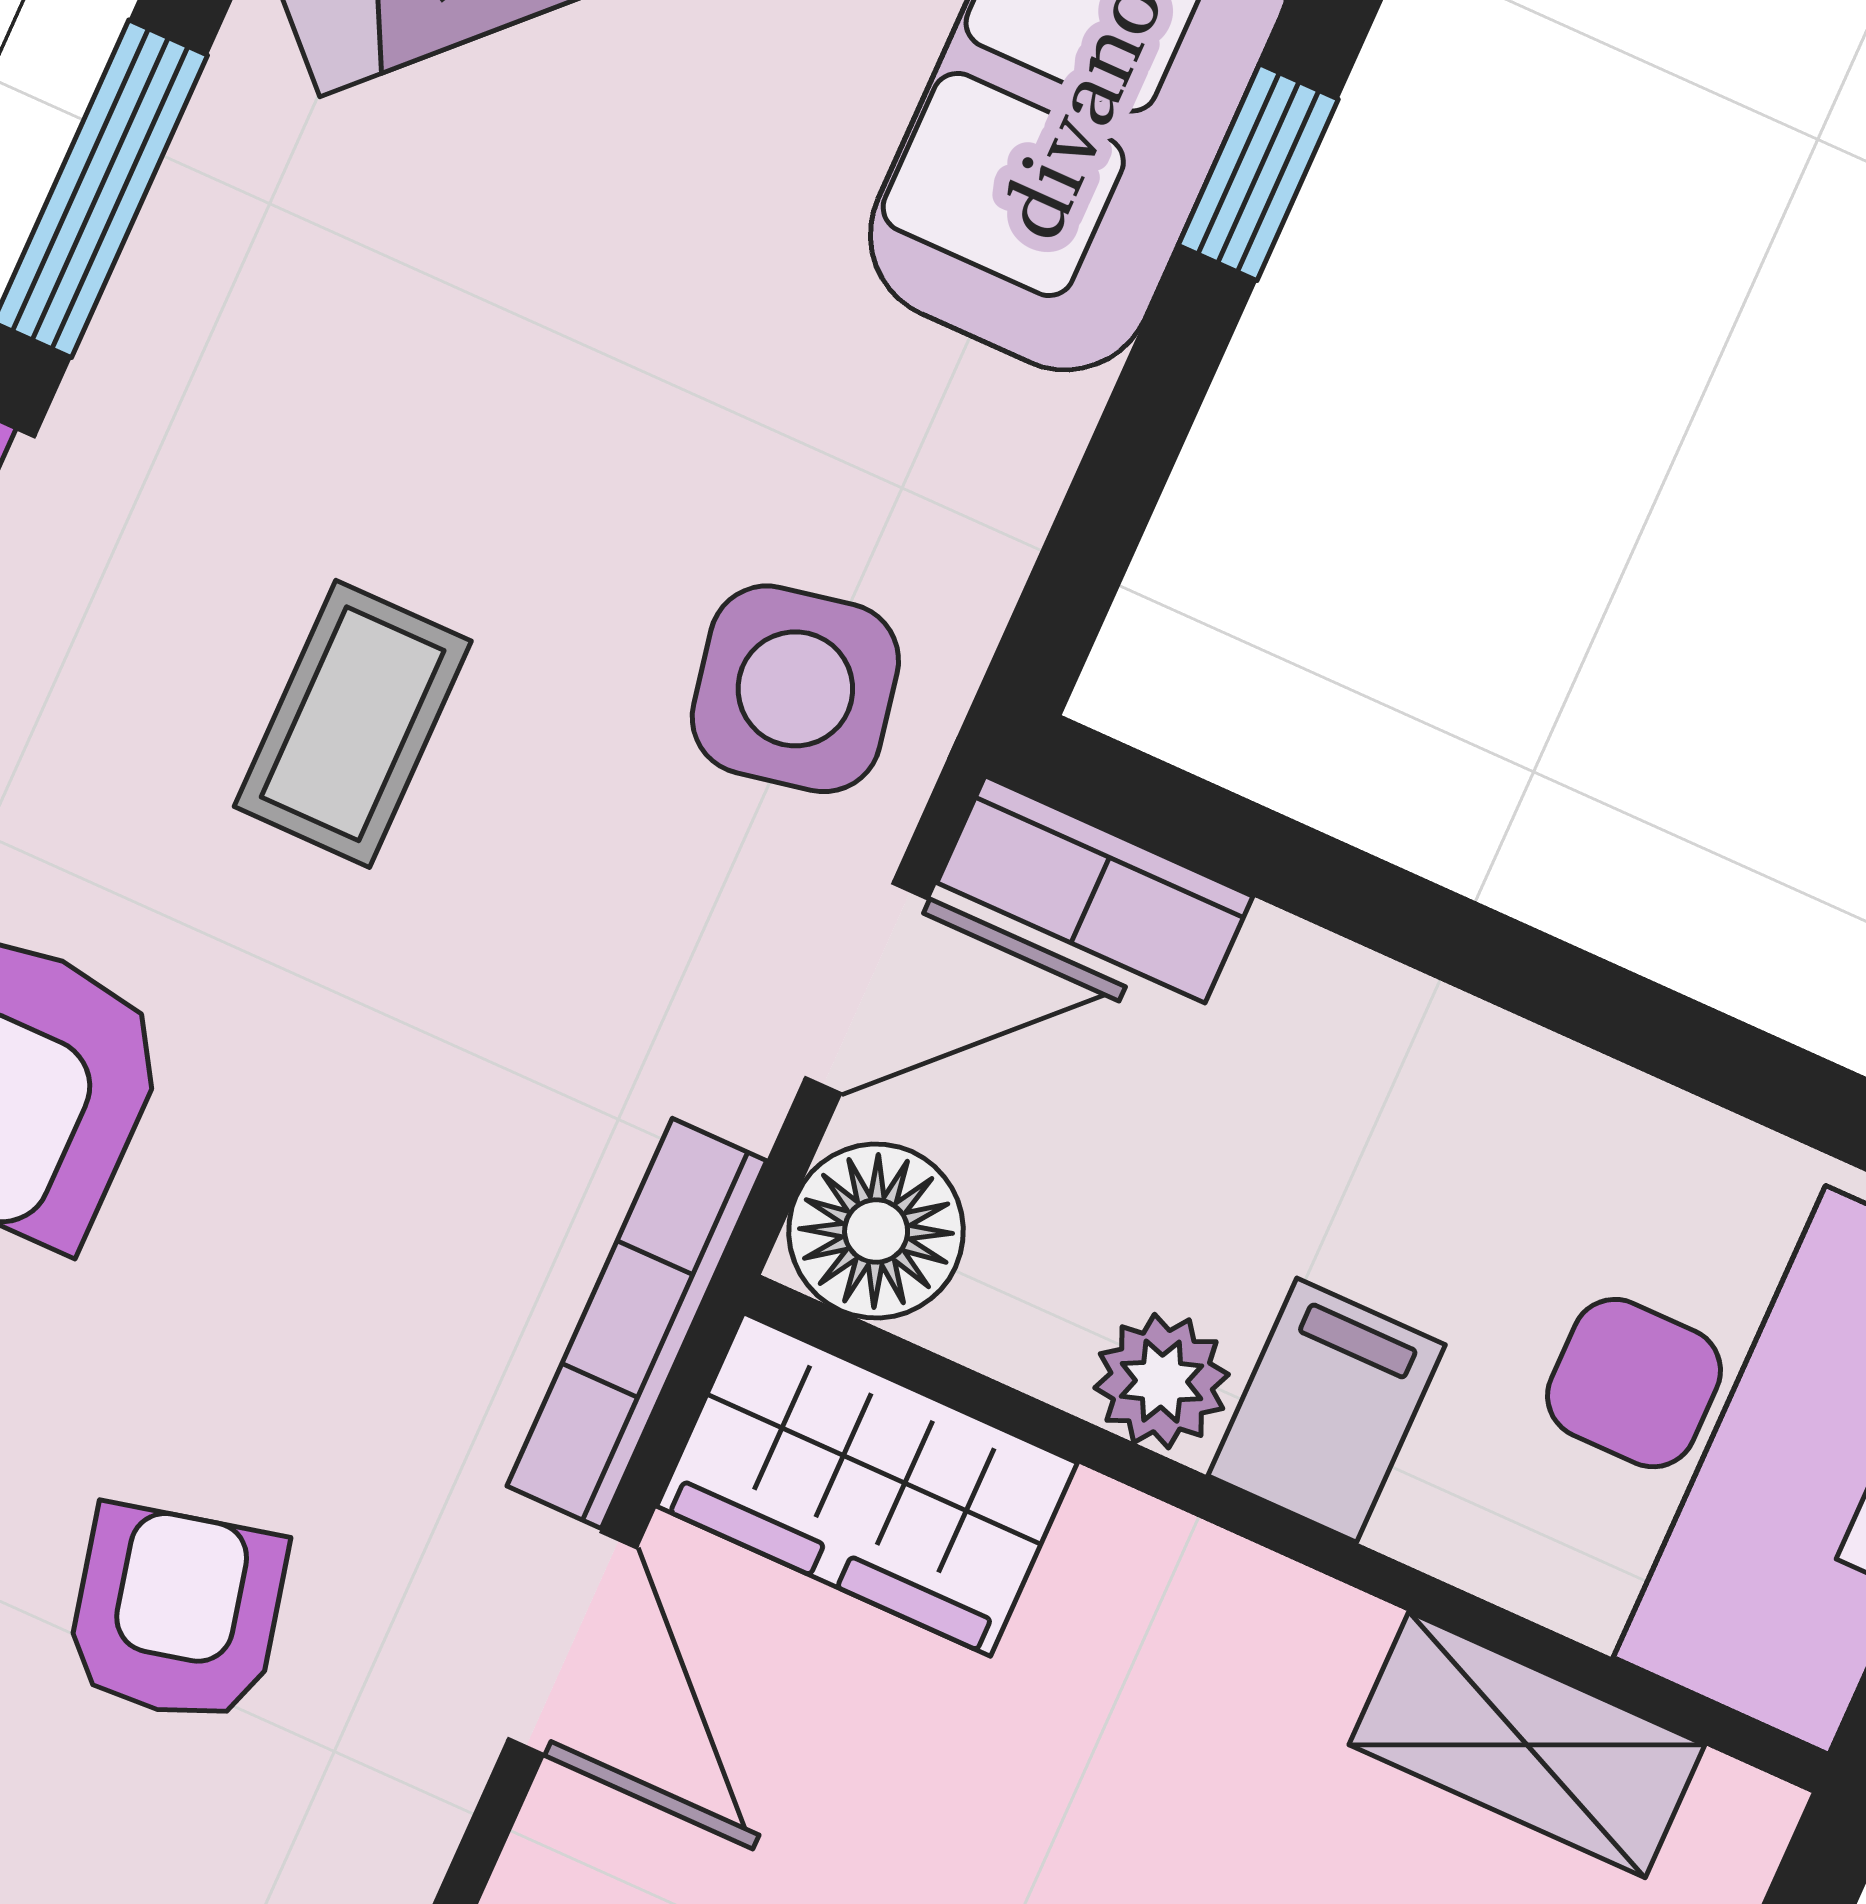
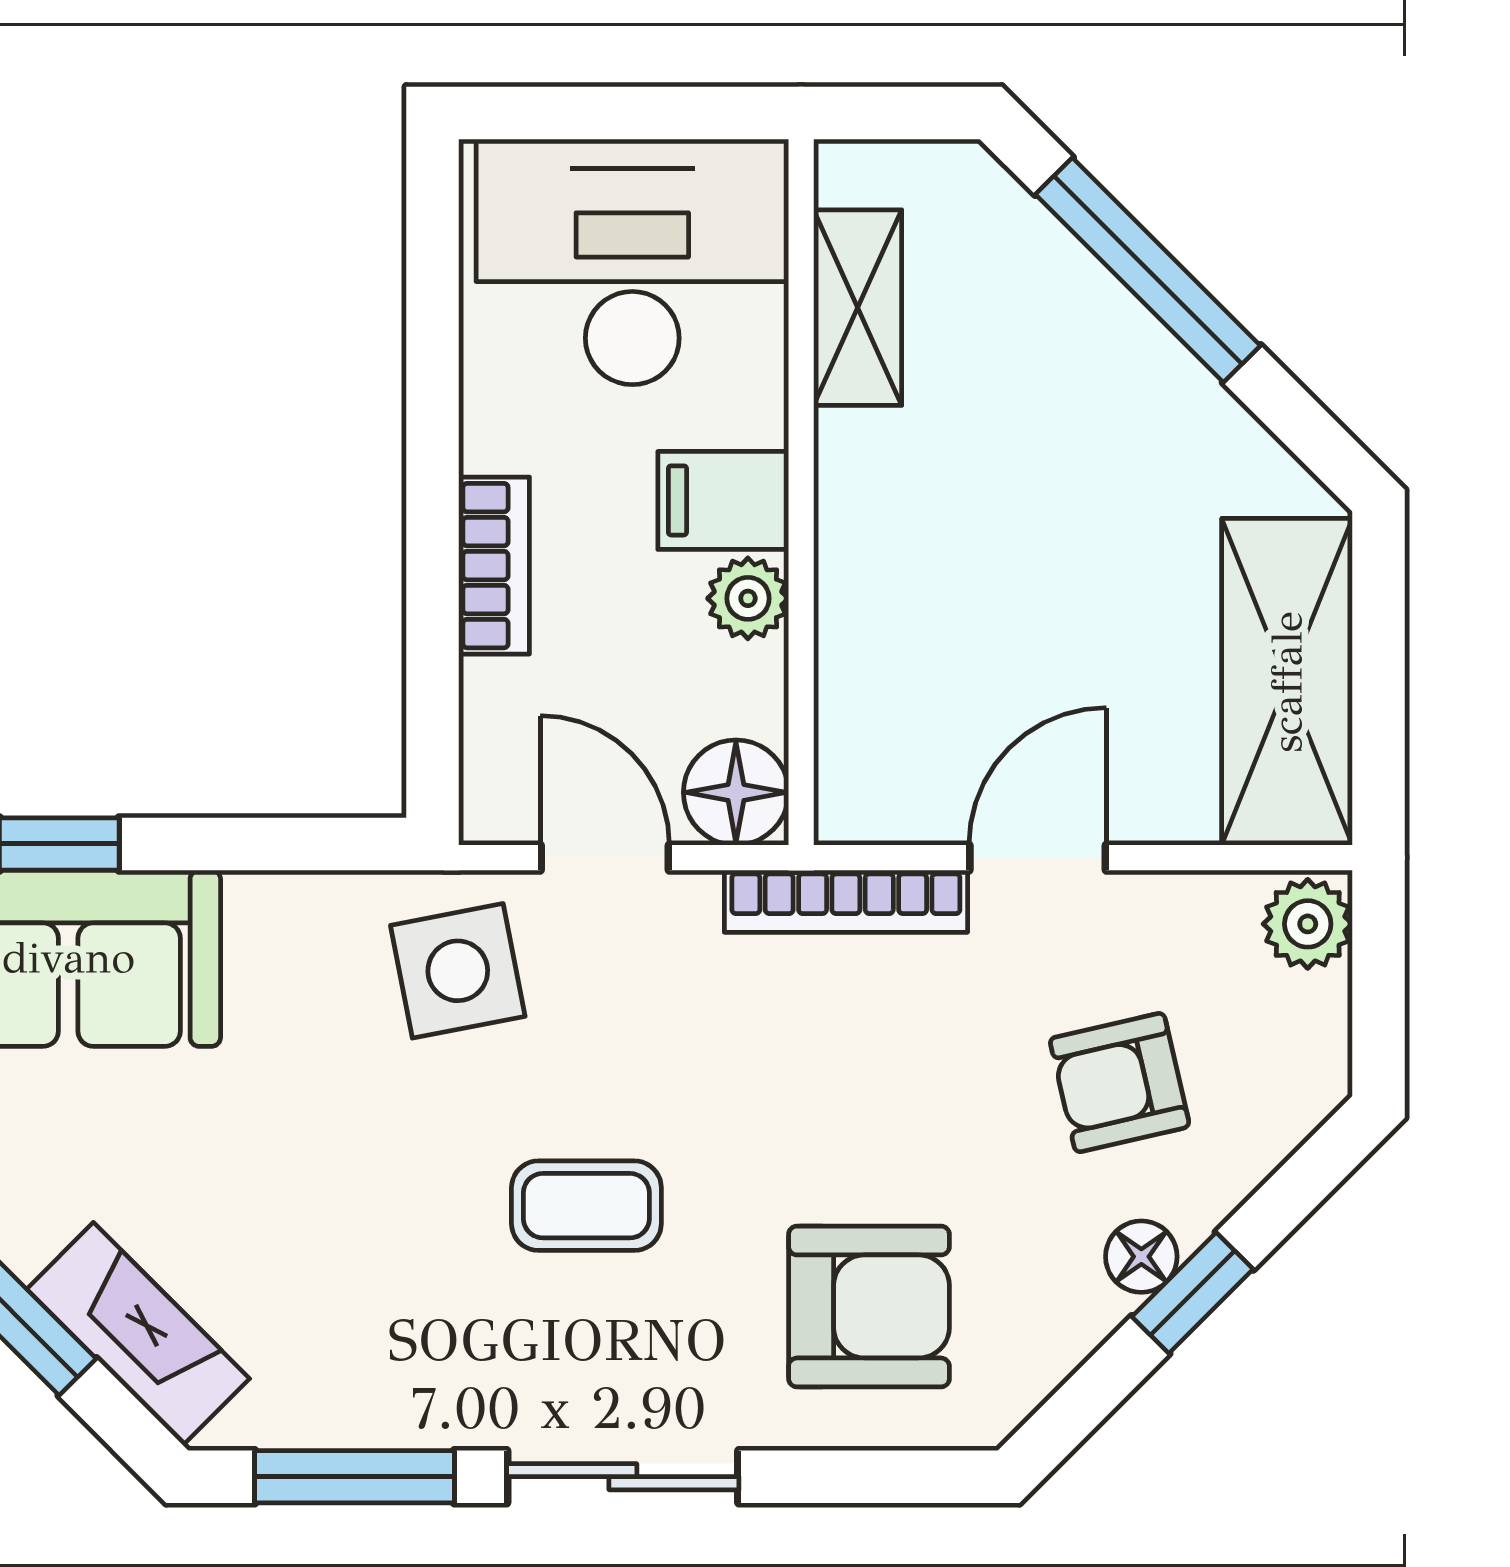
bookcase: (1095, 889) -> (494, 566), moved
wardrobe: (867, 1484) -> (878, 735), removed

